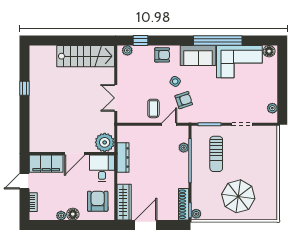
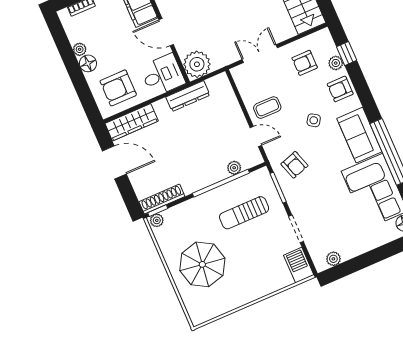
plant: (127, 50) -> (336, 63), moved
armchair: (162, 55) -> (340, 89), turned 90
armchair: (135, 71) -> (305, 63), added
armchair: (184, 100) -> (294, 165), moved
barbecue: (266, 133) -> (299, 265), added
armchair: (98, 201) -> (118, 88), turned 180

